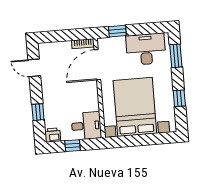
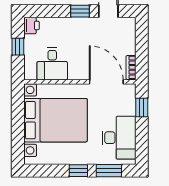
window: (179, 98) -> (78, 171), moved
window: (38, 112) -> (80, 11), moved
desk: (86, 126) -> (52, 64), moved

